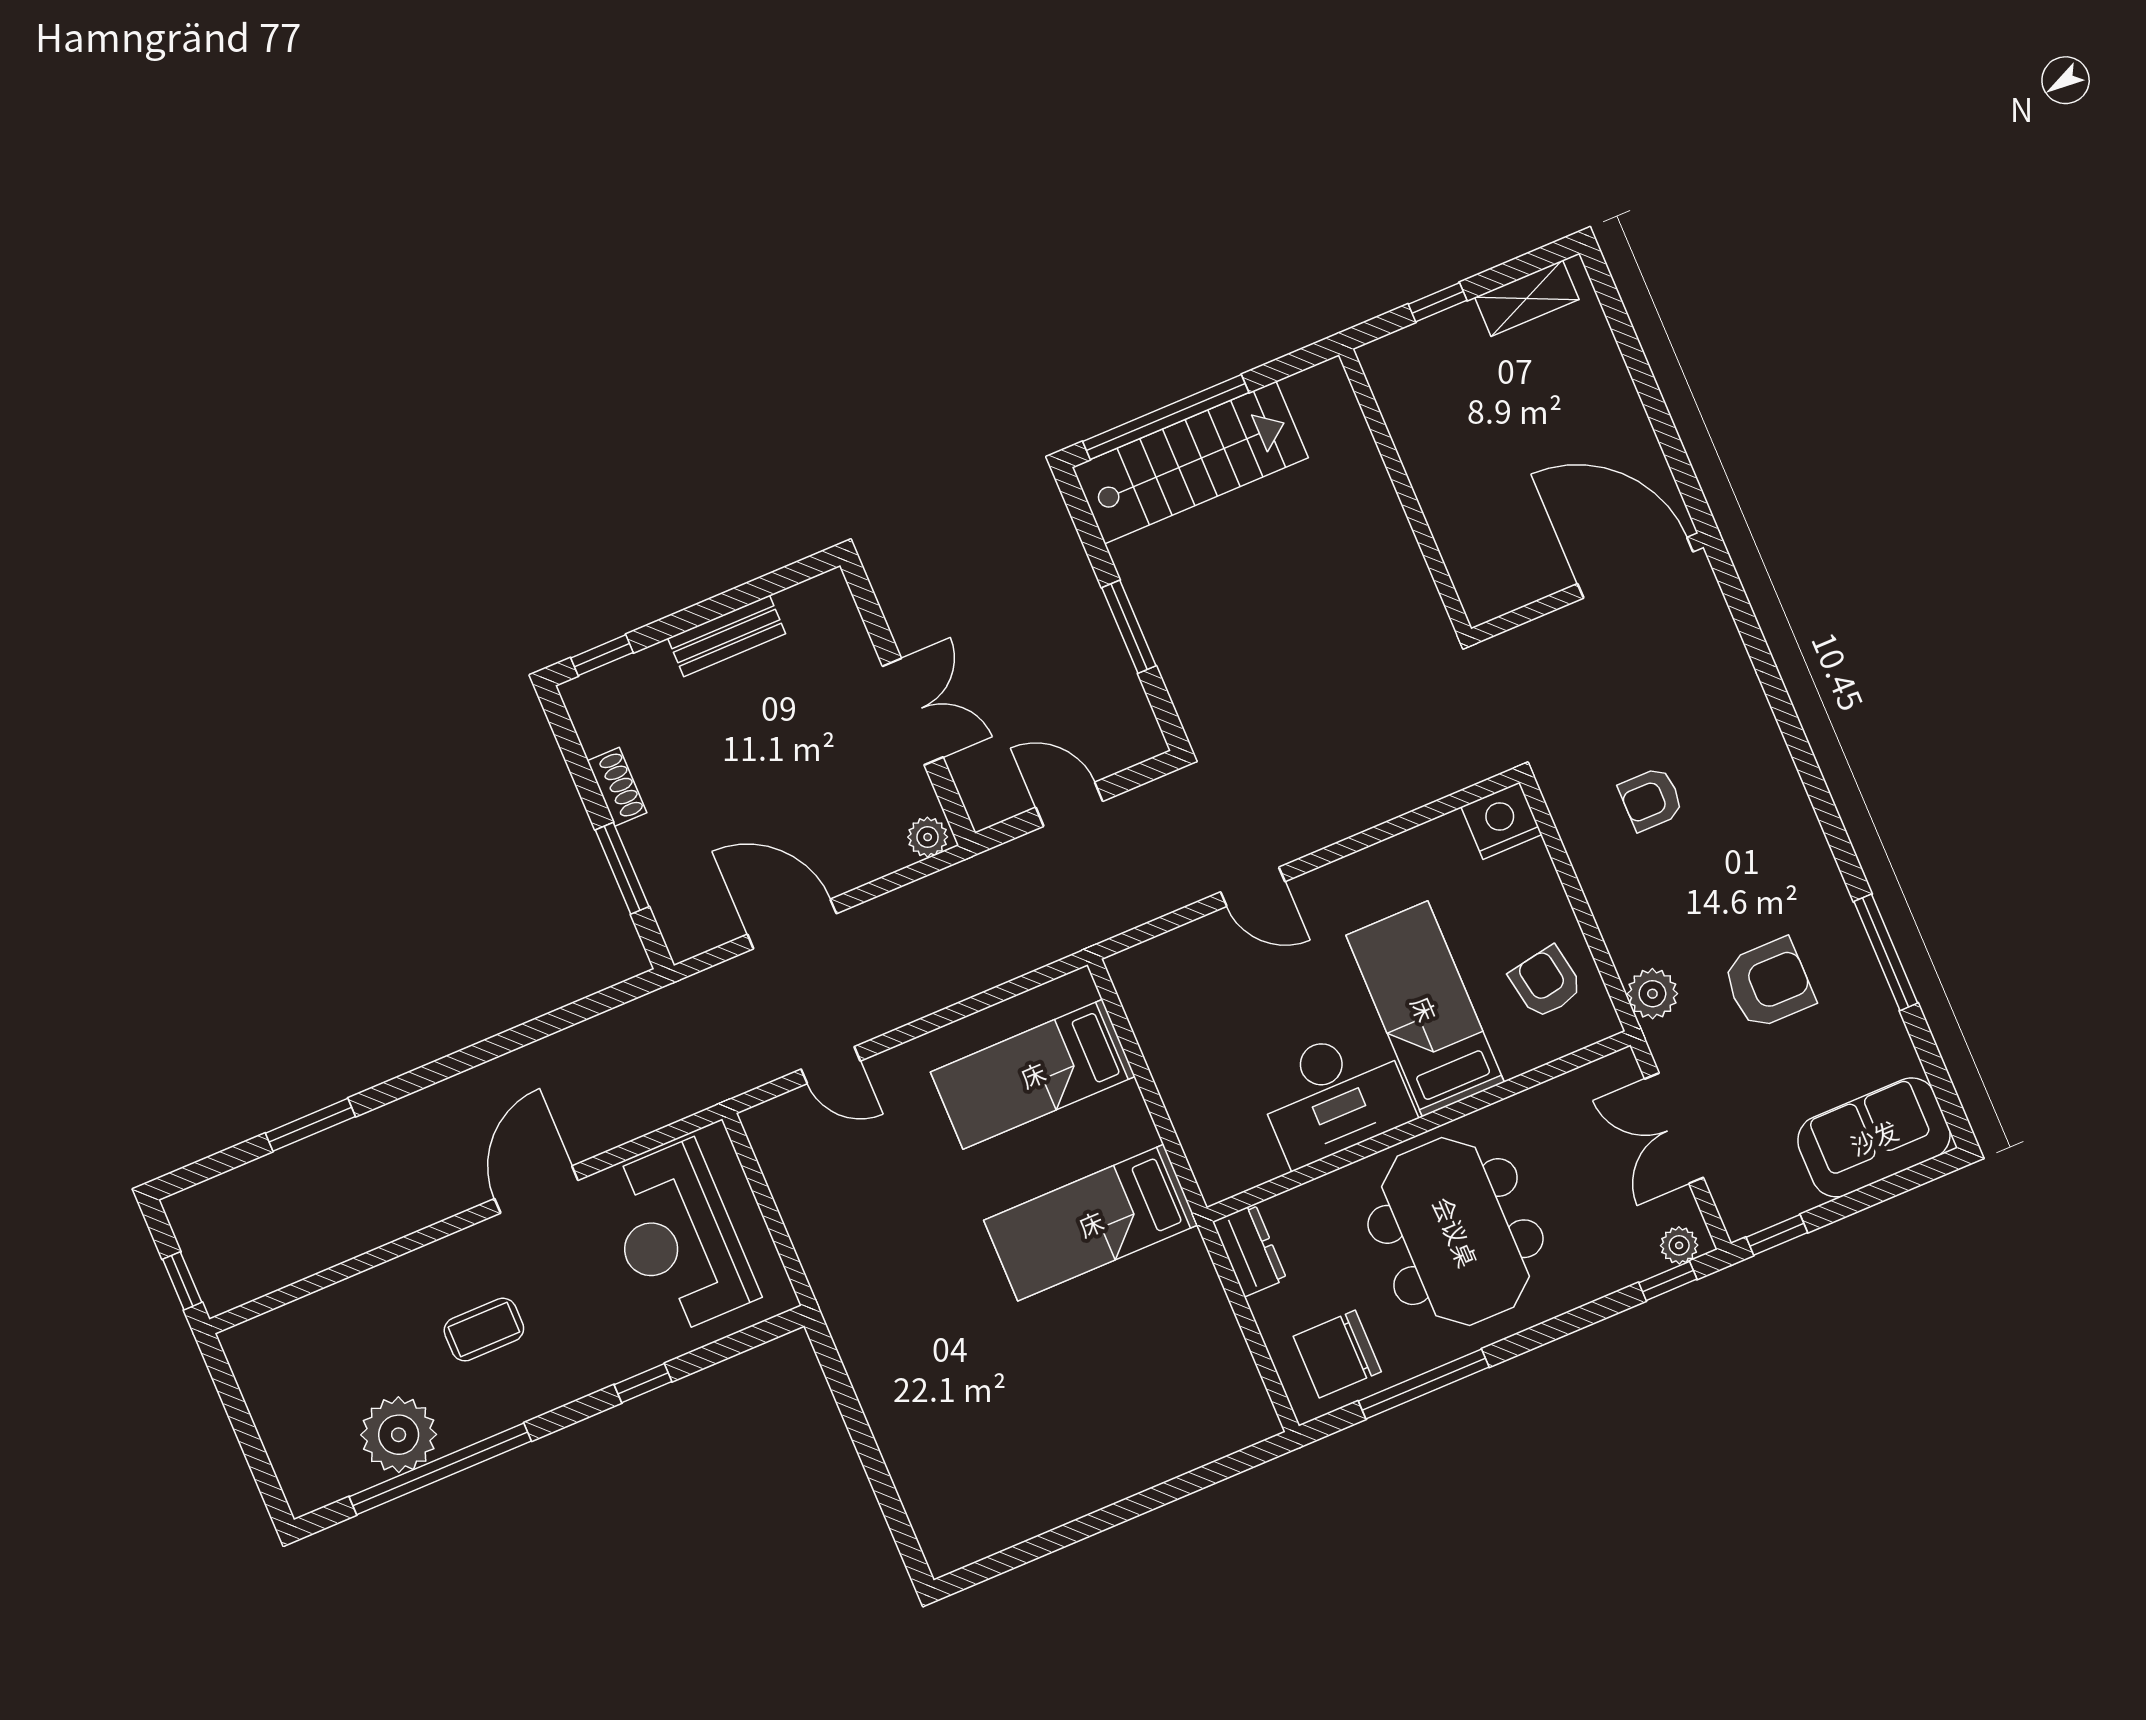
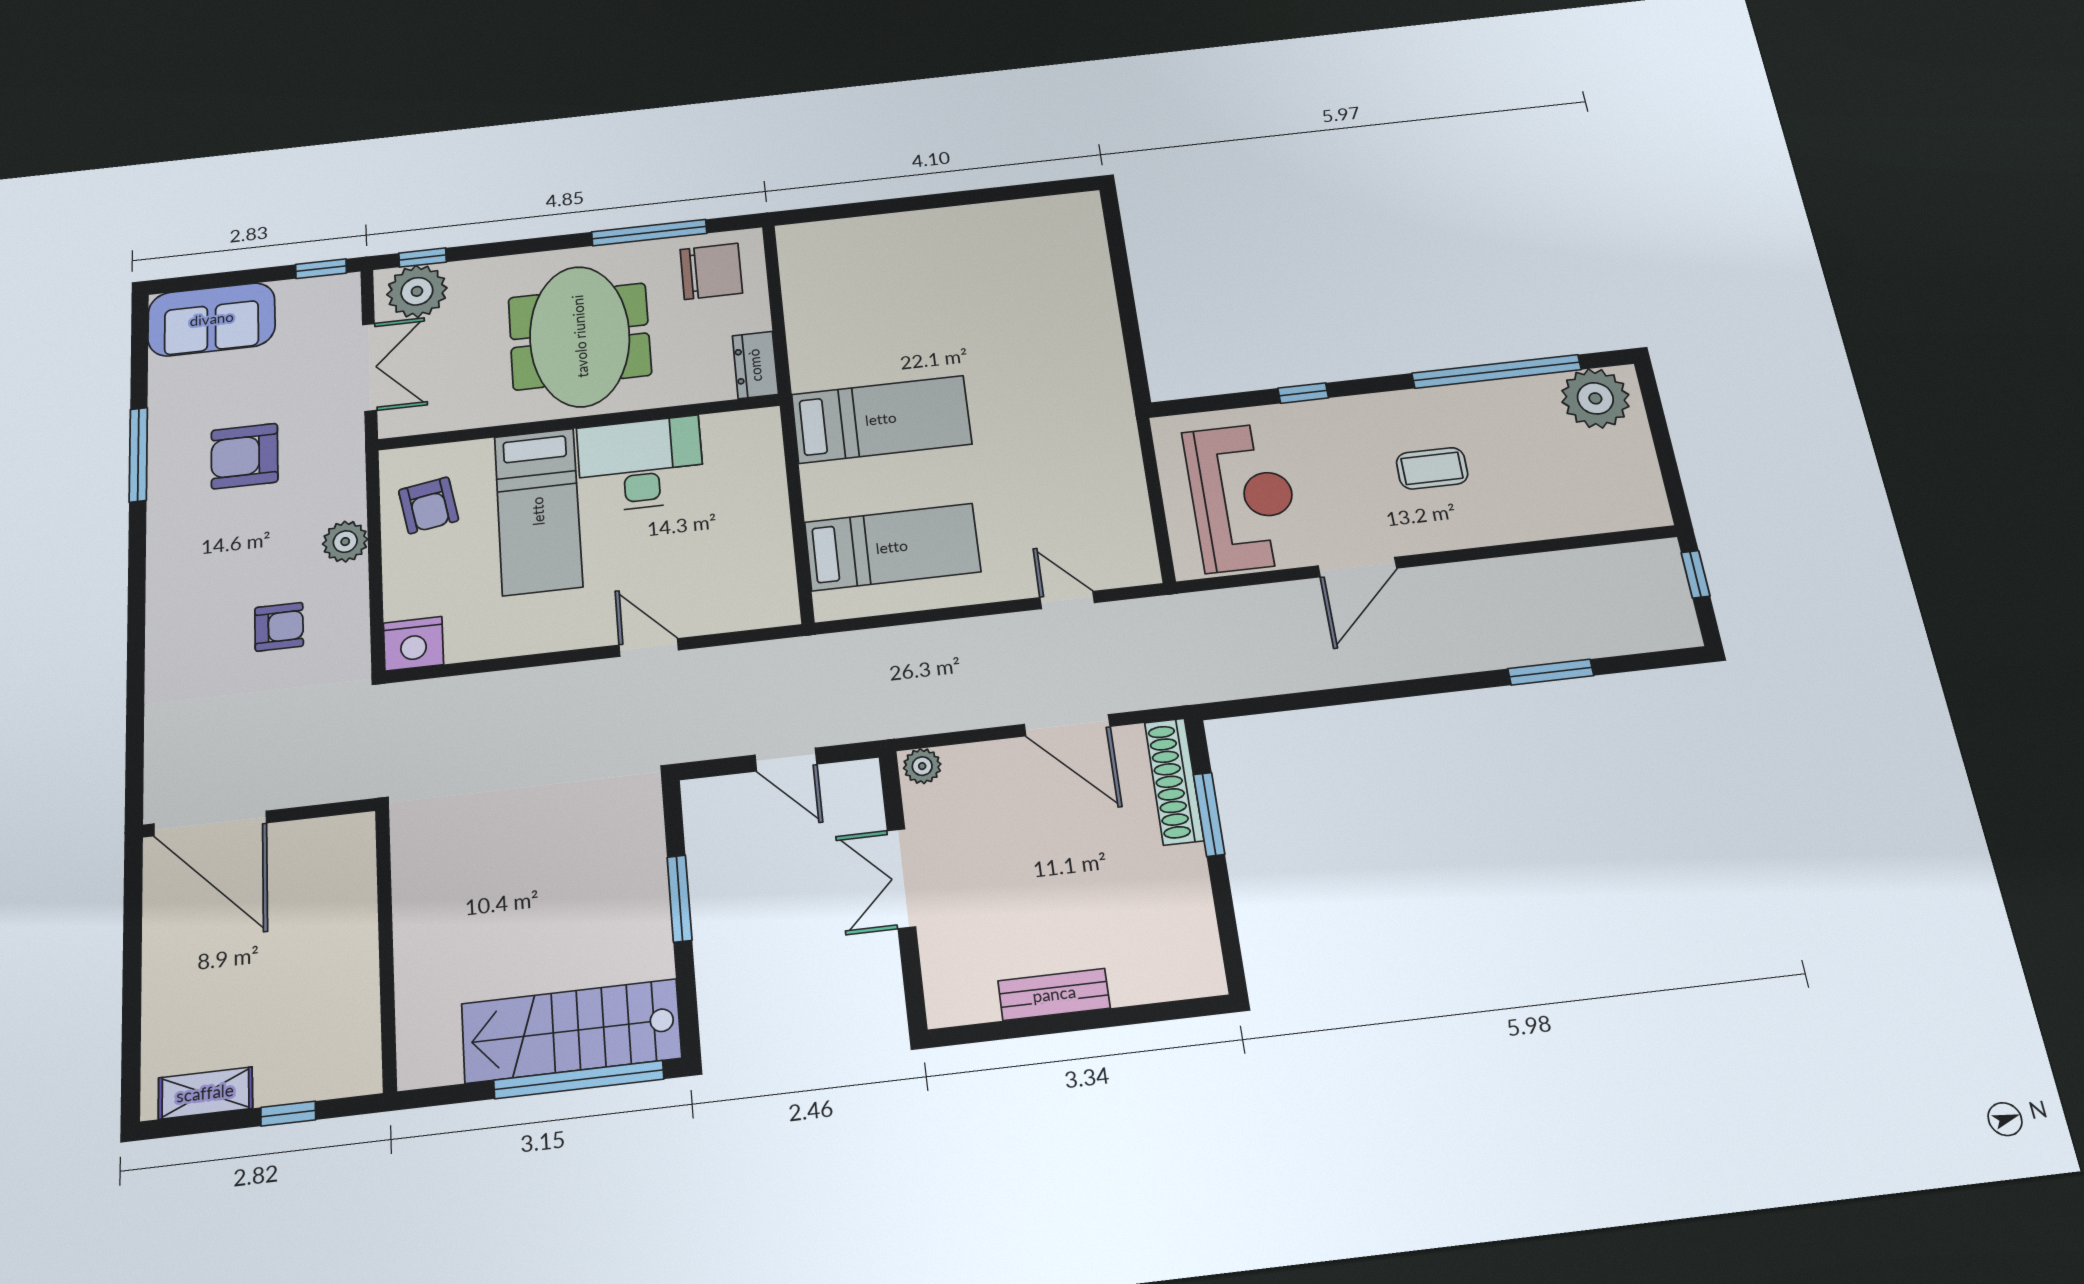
window: (602, 655) -> (1177, 1010), removed
shoe rack: (617, 787) -> (1174, 781), moved, width x1.94, depth x1.24
plant: (1652, 994) -> (345, 542), moved
plant: (1679, 1245) -> (417, 291), width x1.88, depth x1.88
plant: (399, 1435) -> (1595, 398), moved

